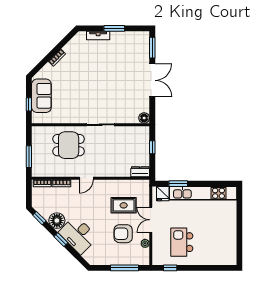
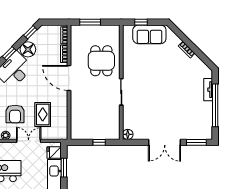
window: (114, 28) -> (215, 105), width x2.11
dresser: (140, 172) -> (75, 131), removed
door: (86, 178) -> (69, 78), width x1.87
armchair: (123, 234) -> (15, 114), turned 180

